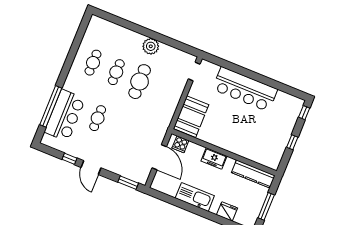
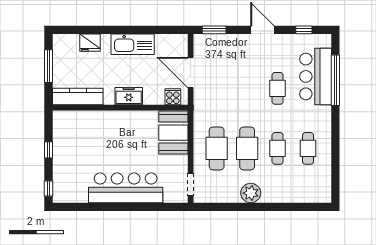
cafe table: (163, 91) -> (217, 148), added
window: (69, 159) -> (304, 30), moved

